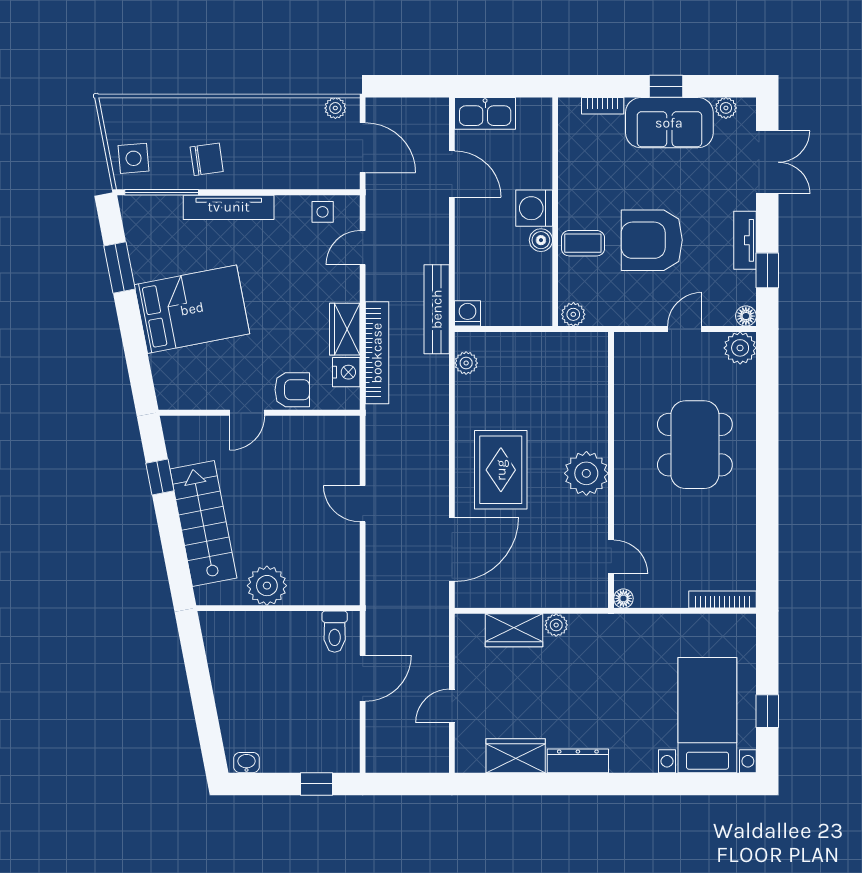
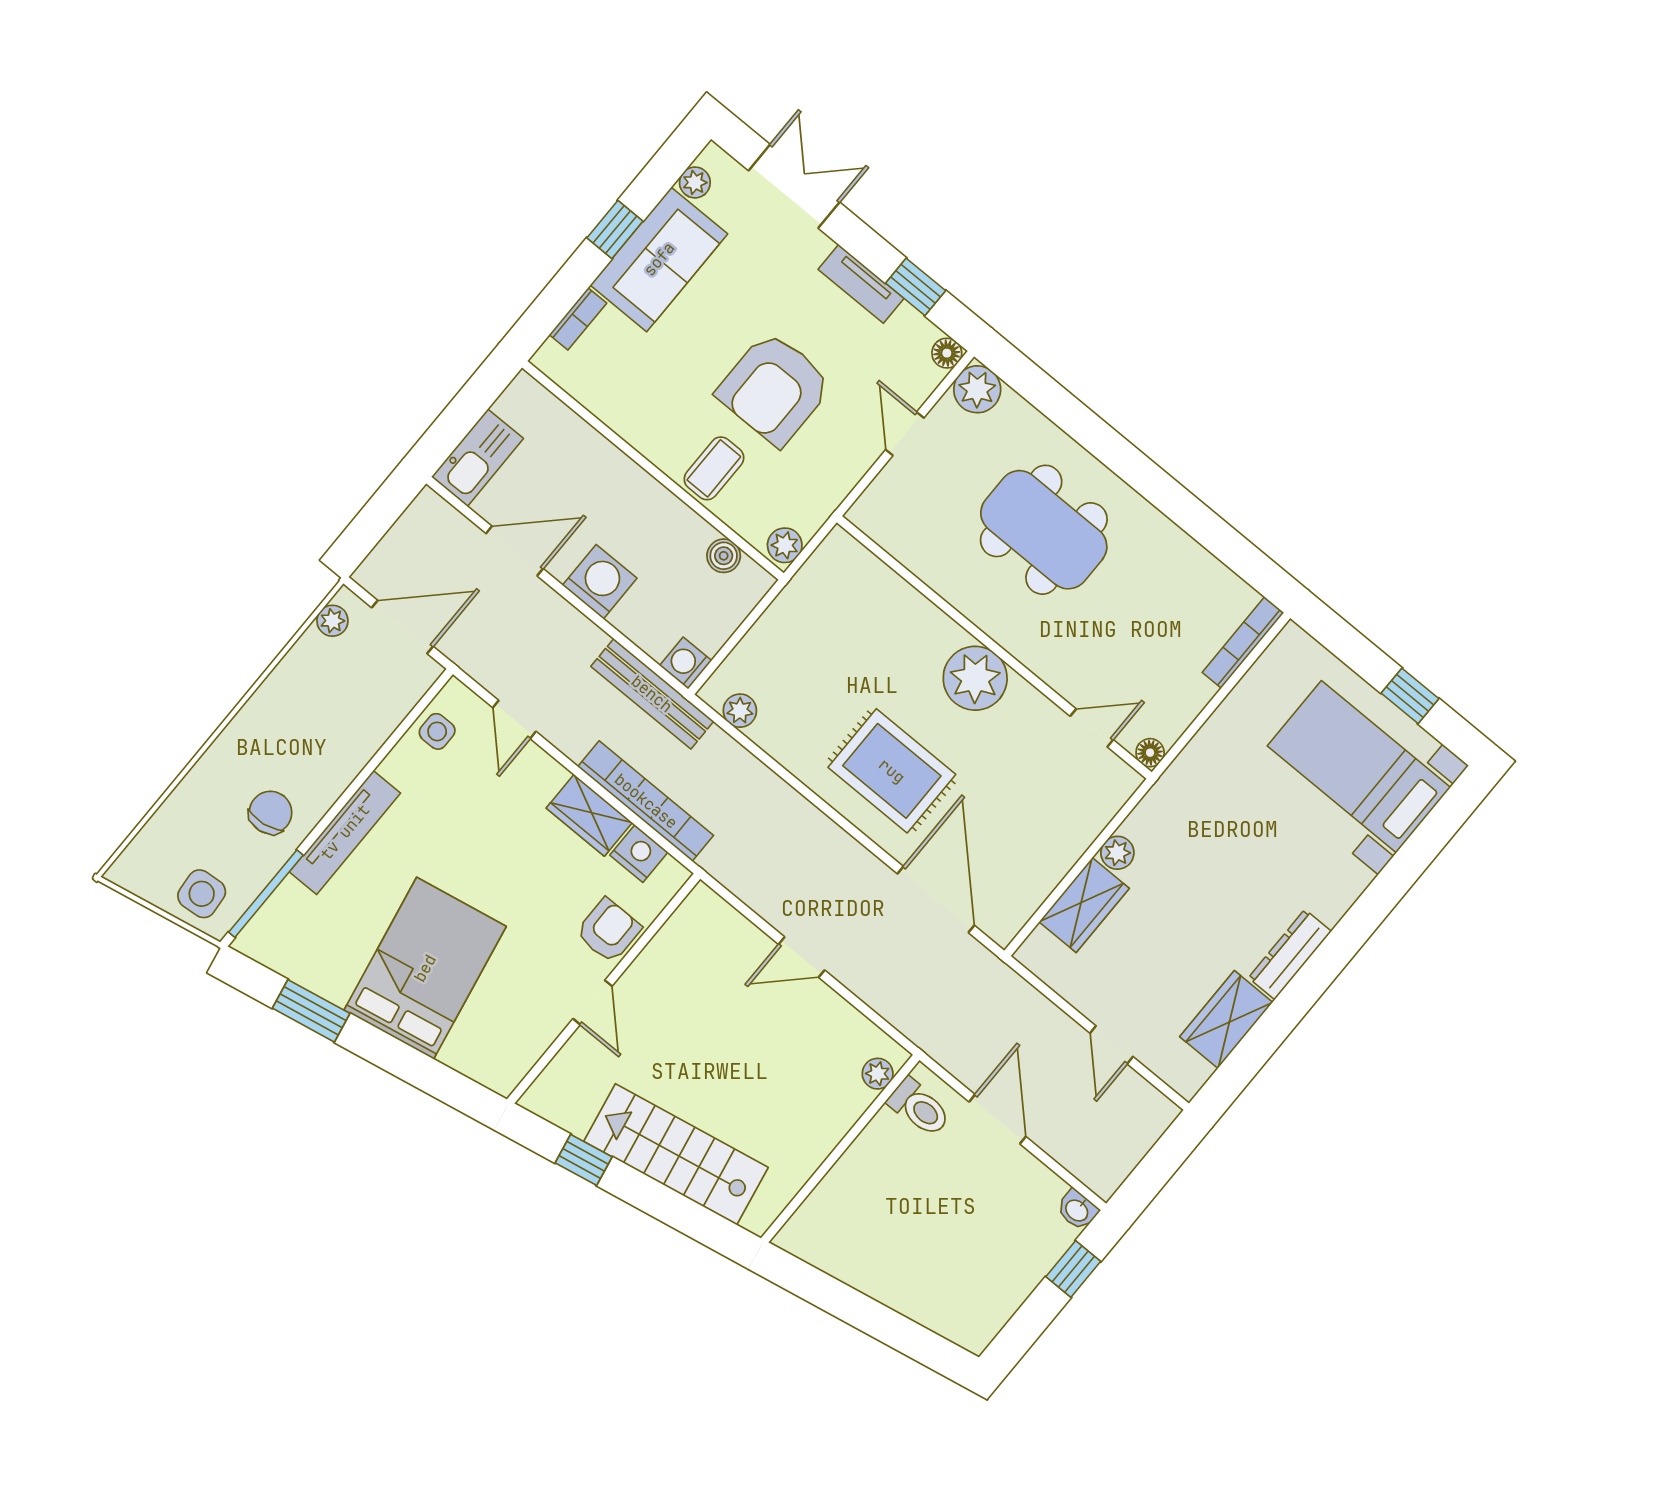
washing machine: (534, 208) -> (600, 582), moved, turned 180
boiler: (541, 240) -> (724, 556), moved
plant: (267, 586) -> (878, 1074), moved, width x0.53, depth x0.53
washbasin: (247, 763) -> (1077, 1210), moved, turned -90

